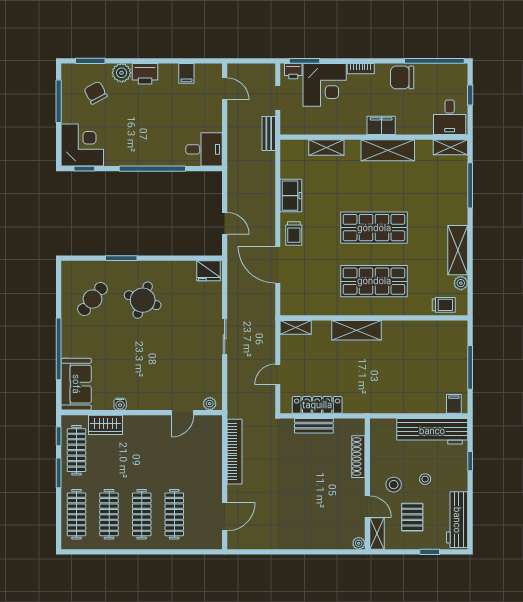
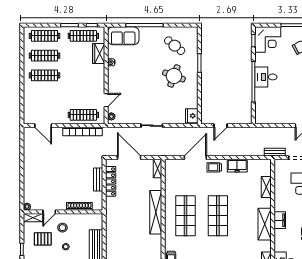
desk: (204, 149) -> (266, 77), moved, turned 90
shelving: (357, 330) -> (156, 212), width x1.47
door: (278, 374) -> (129, 158), width x1.88
door: (183, 413) -> (106, 100), swing flipped
clothes rail: (174, 514) -> (83, 115), moved

